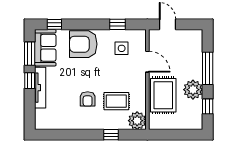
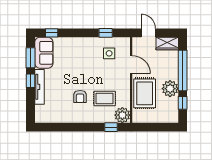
wardrobe: (190, 37) -> (167, 44), added
armchair: (83, 44) -> (76, 50), removed
window: (208, 68) -> (183, 70), width x1.46
window: (111, 135) -> (111, 127), moved

